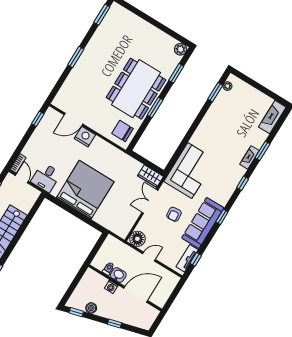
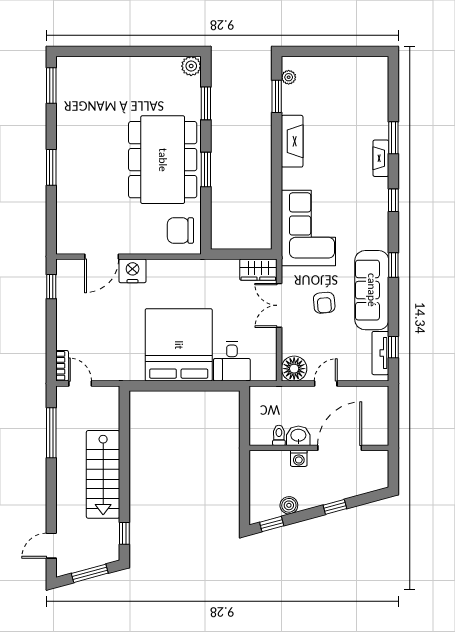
fireplace: (272, 117) -> (292, 141), moved, turned 180
desk: (46, 177) -> (232, 362), moved

